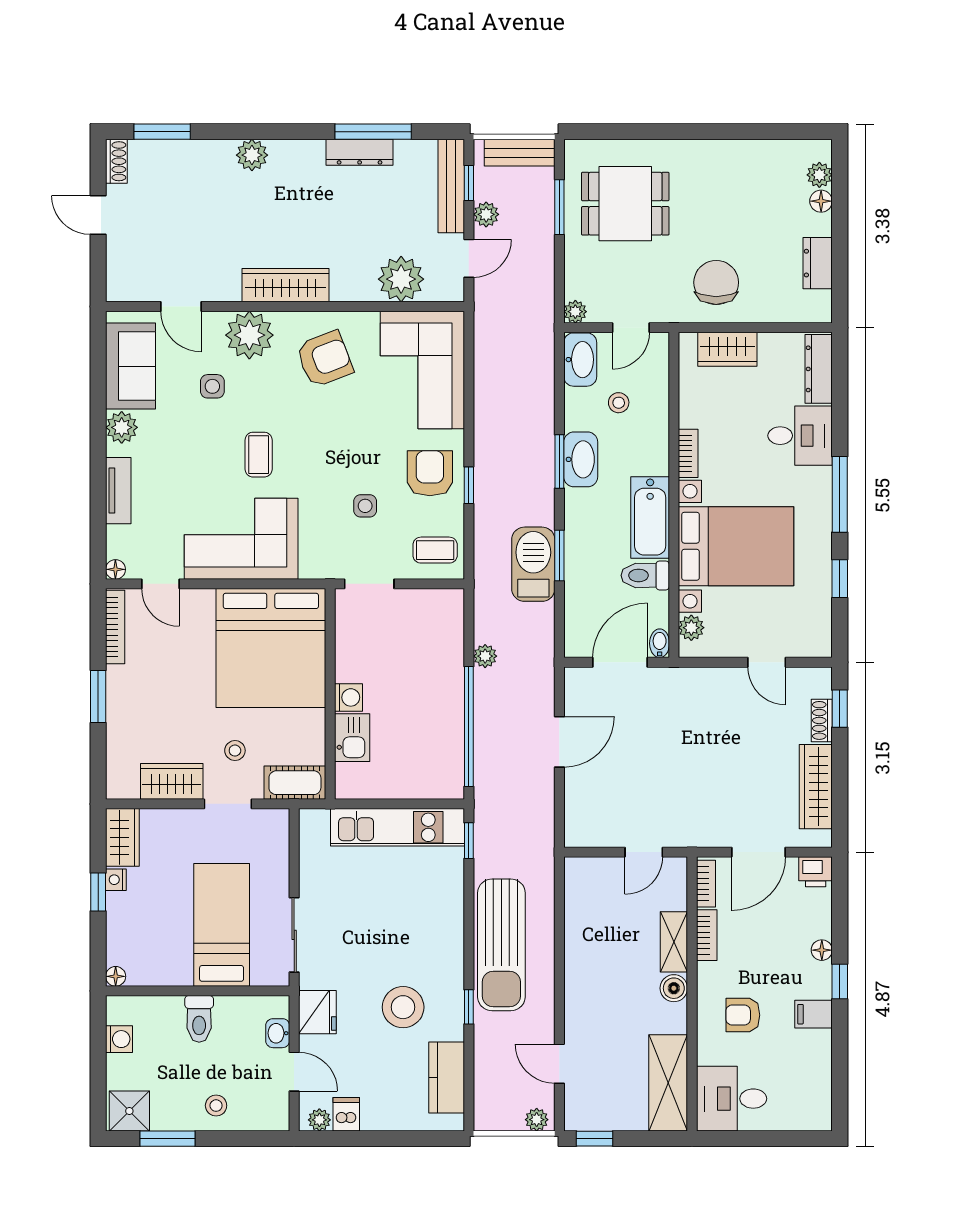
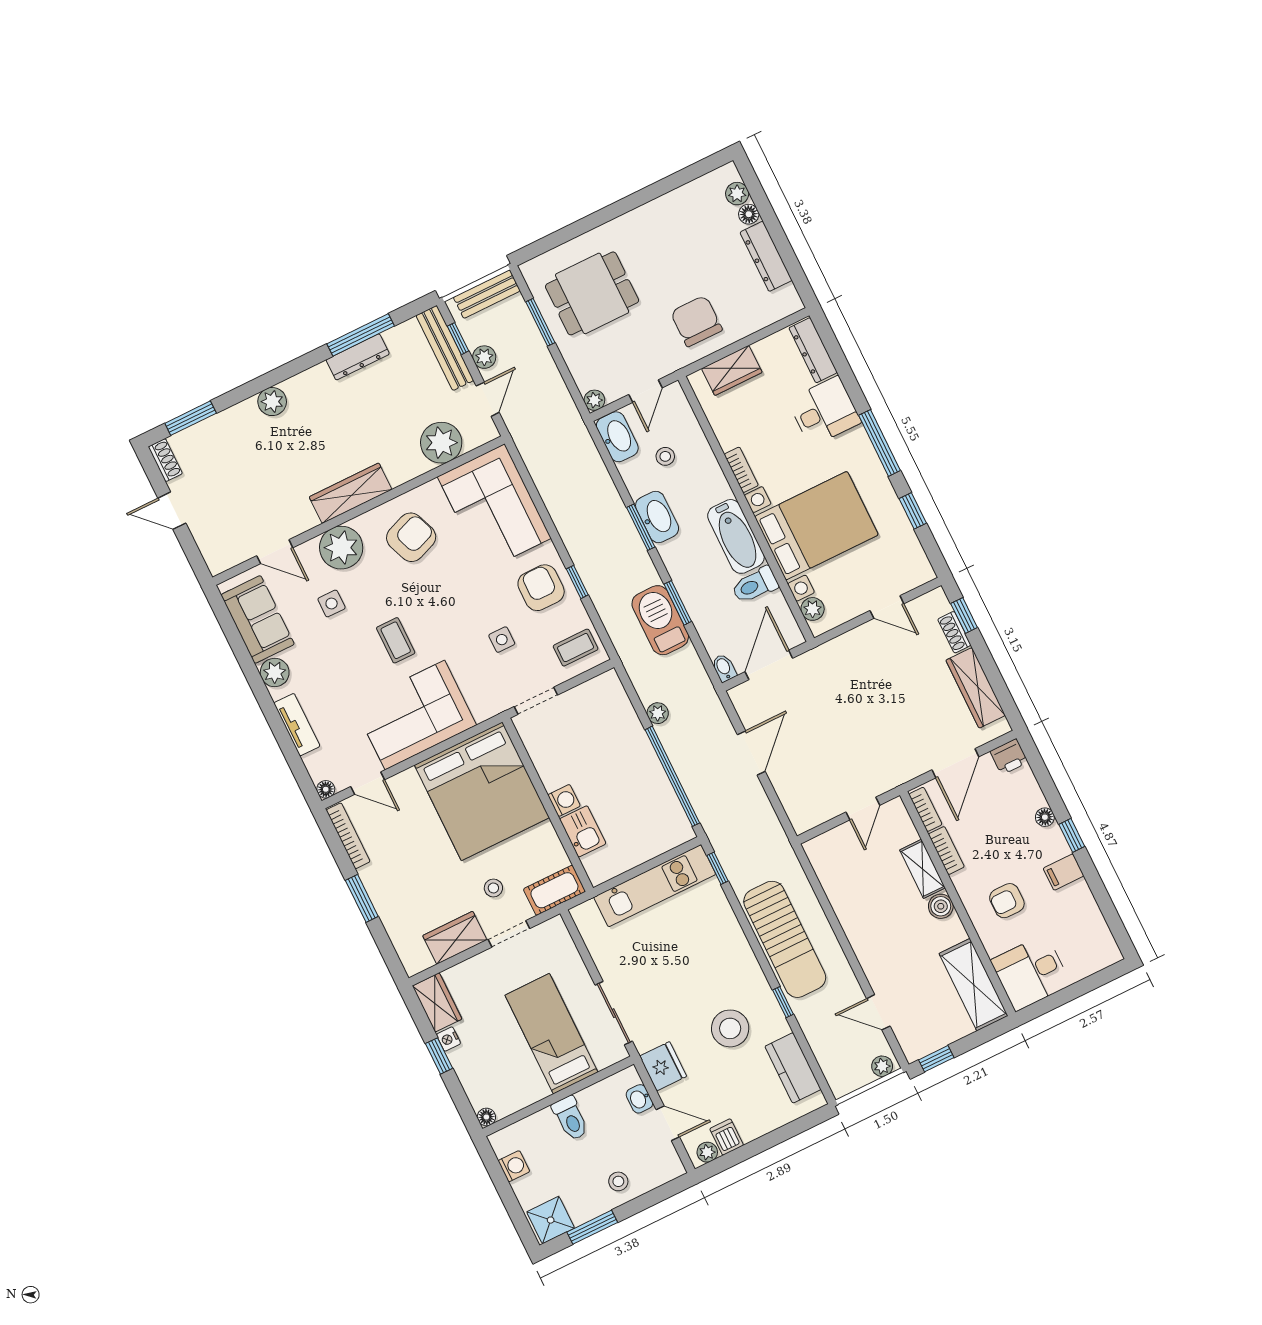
dresser: (818, 263) -> (766, 256), width x1.44
bidet: (660, 643) -> (724, 668), moved

